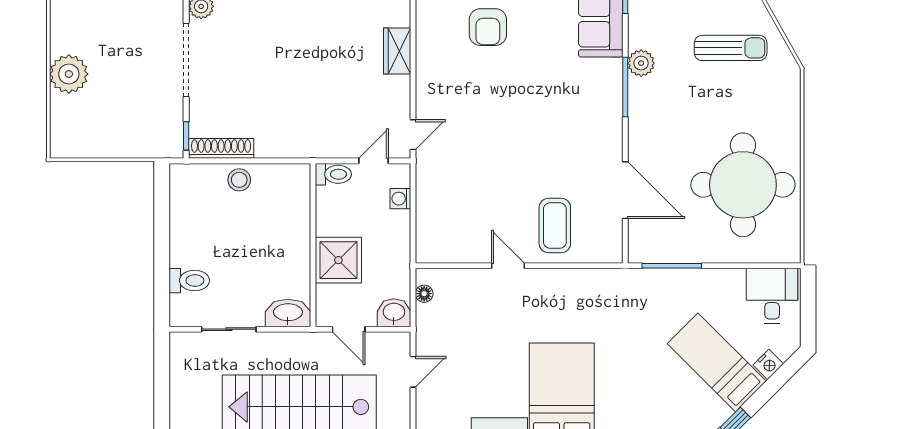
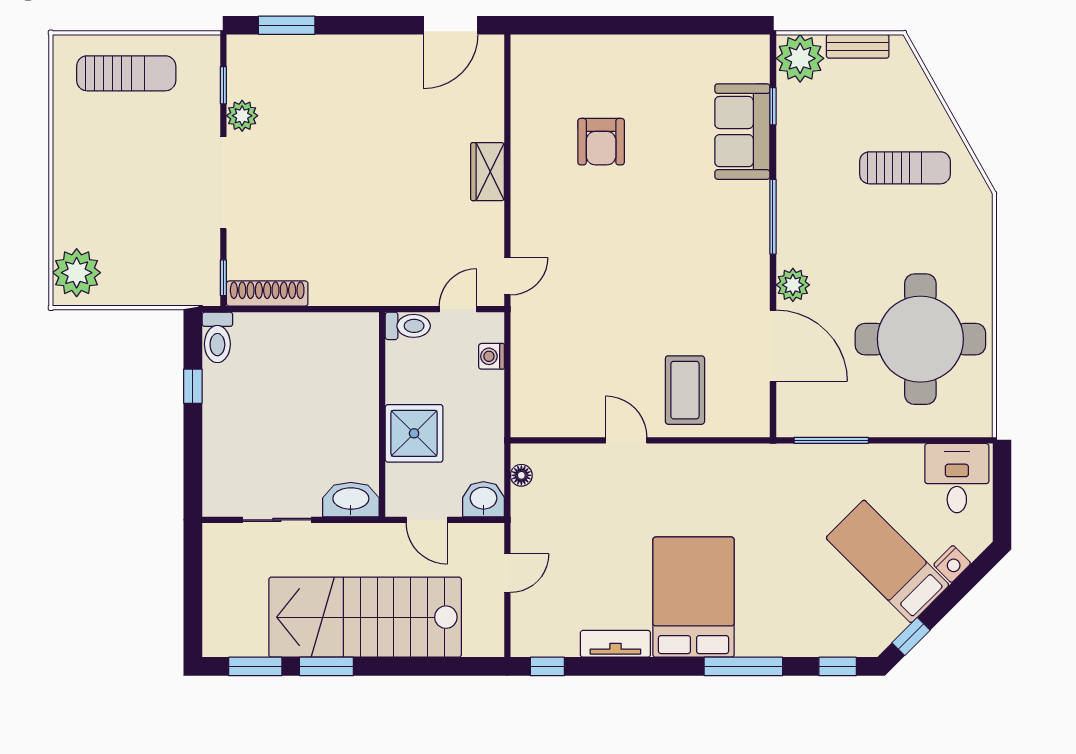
plant: (641, 63) -> (793, 285), moved
plant: (69, 74) -> (77, 273), moved
stool: (239, 180) -> (290, 333), removed
window: (162, 222) -> (193, 386), added
toilet: (189, 281) -> (217, 337), moved, turned 90

